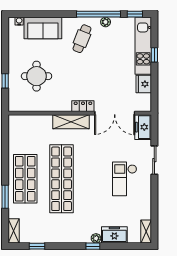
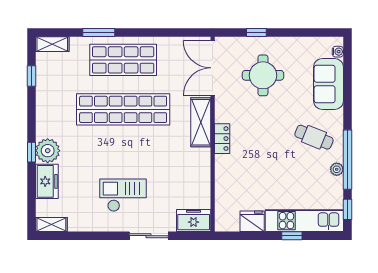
double door: (115, 113) -> (213, 68), moved
plant: (96, 238) -> (48, 151), width x1.88, depth x1.88

